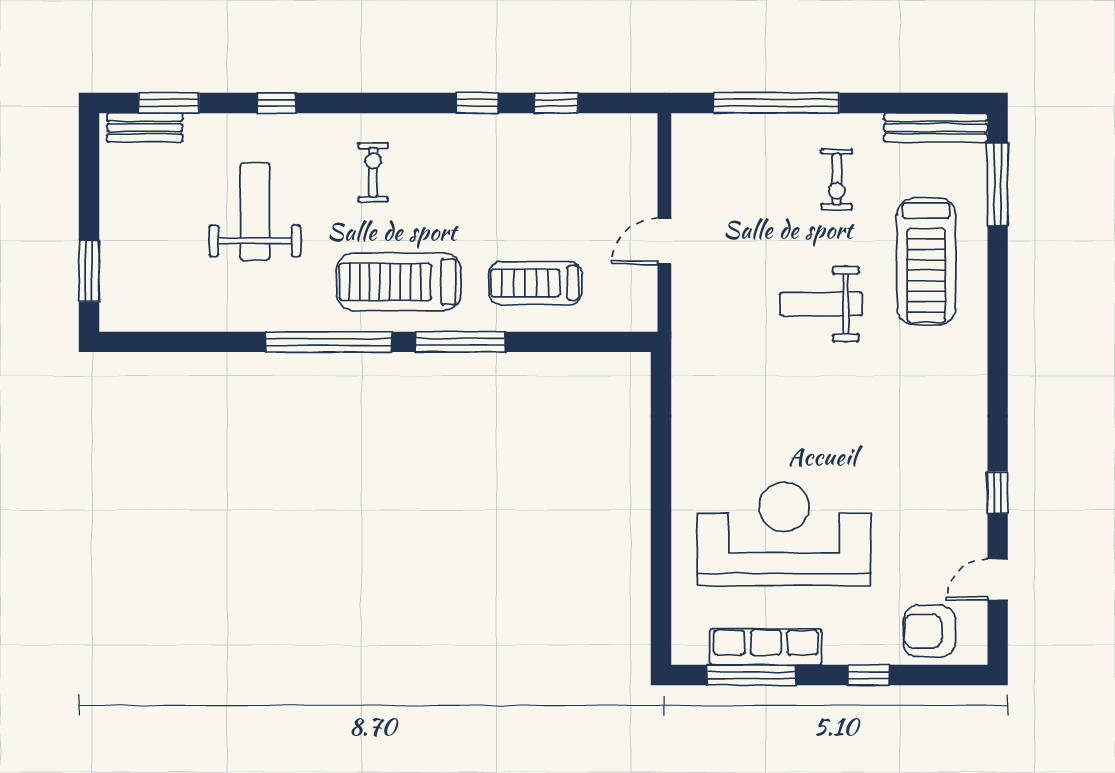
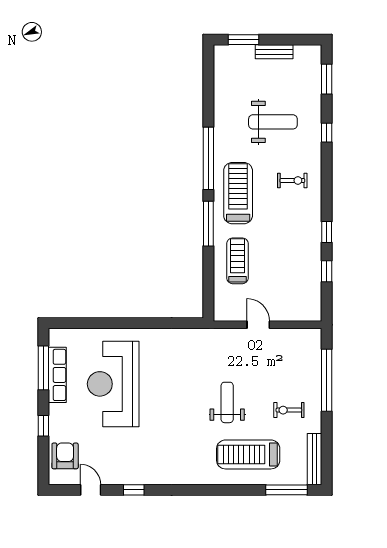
bench: (145, 127) -> (274, 52), moved, turned 90
reception desk: (784, 534) -> (113, 384), turned 180

